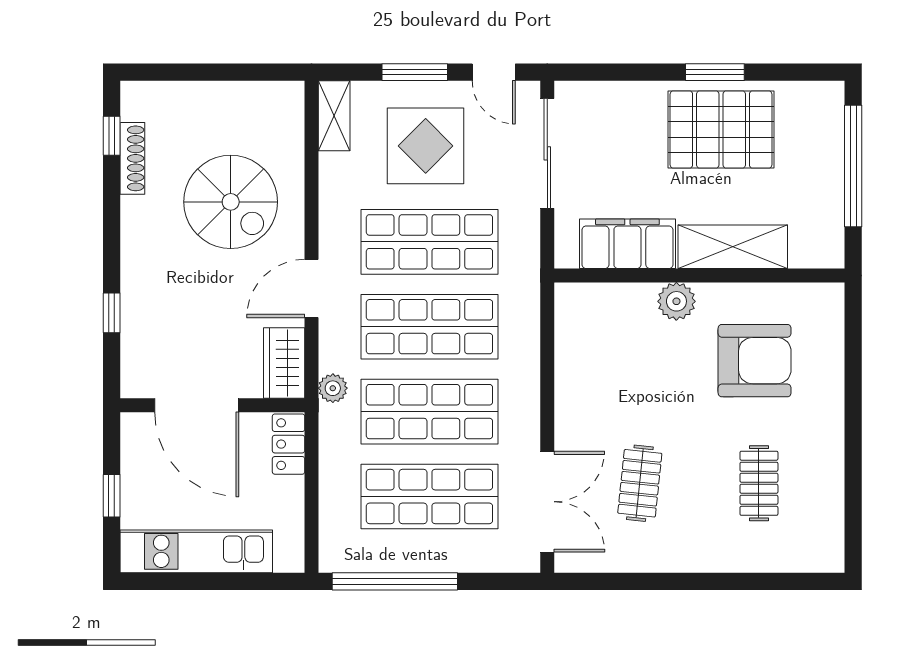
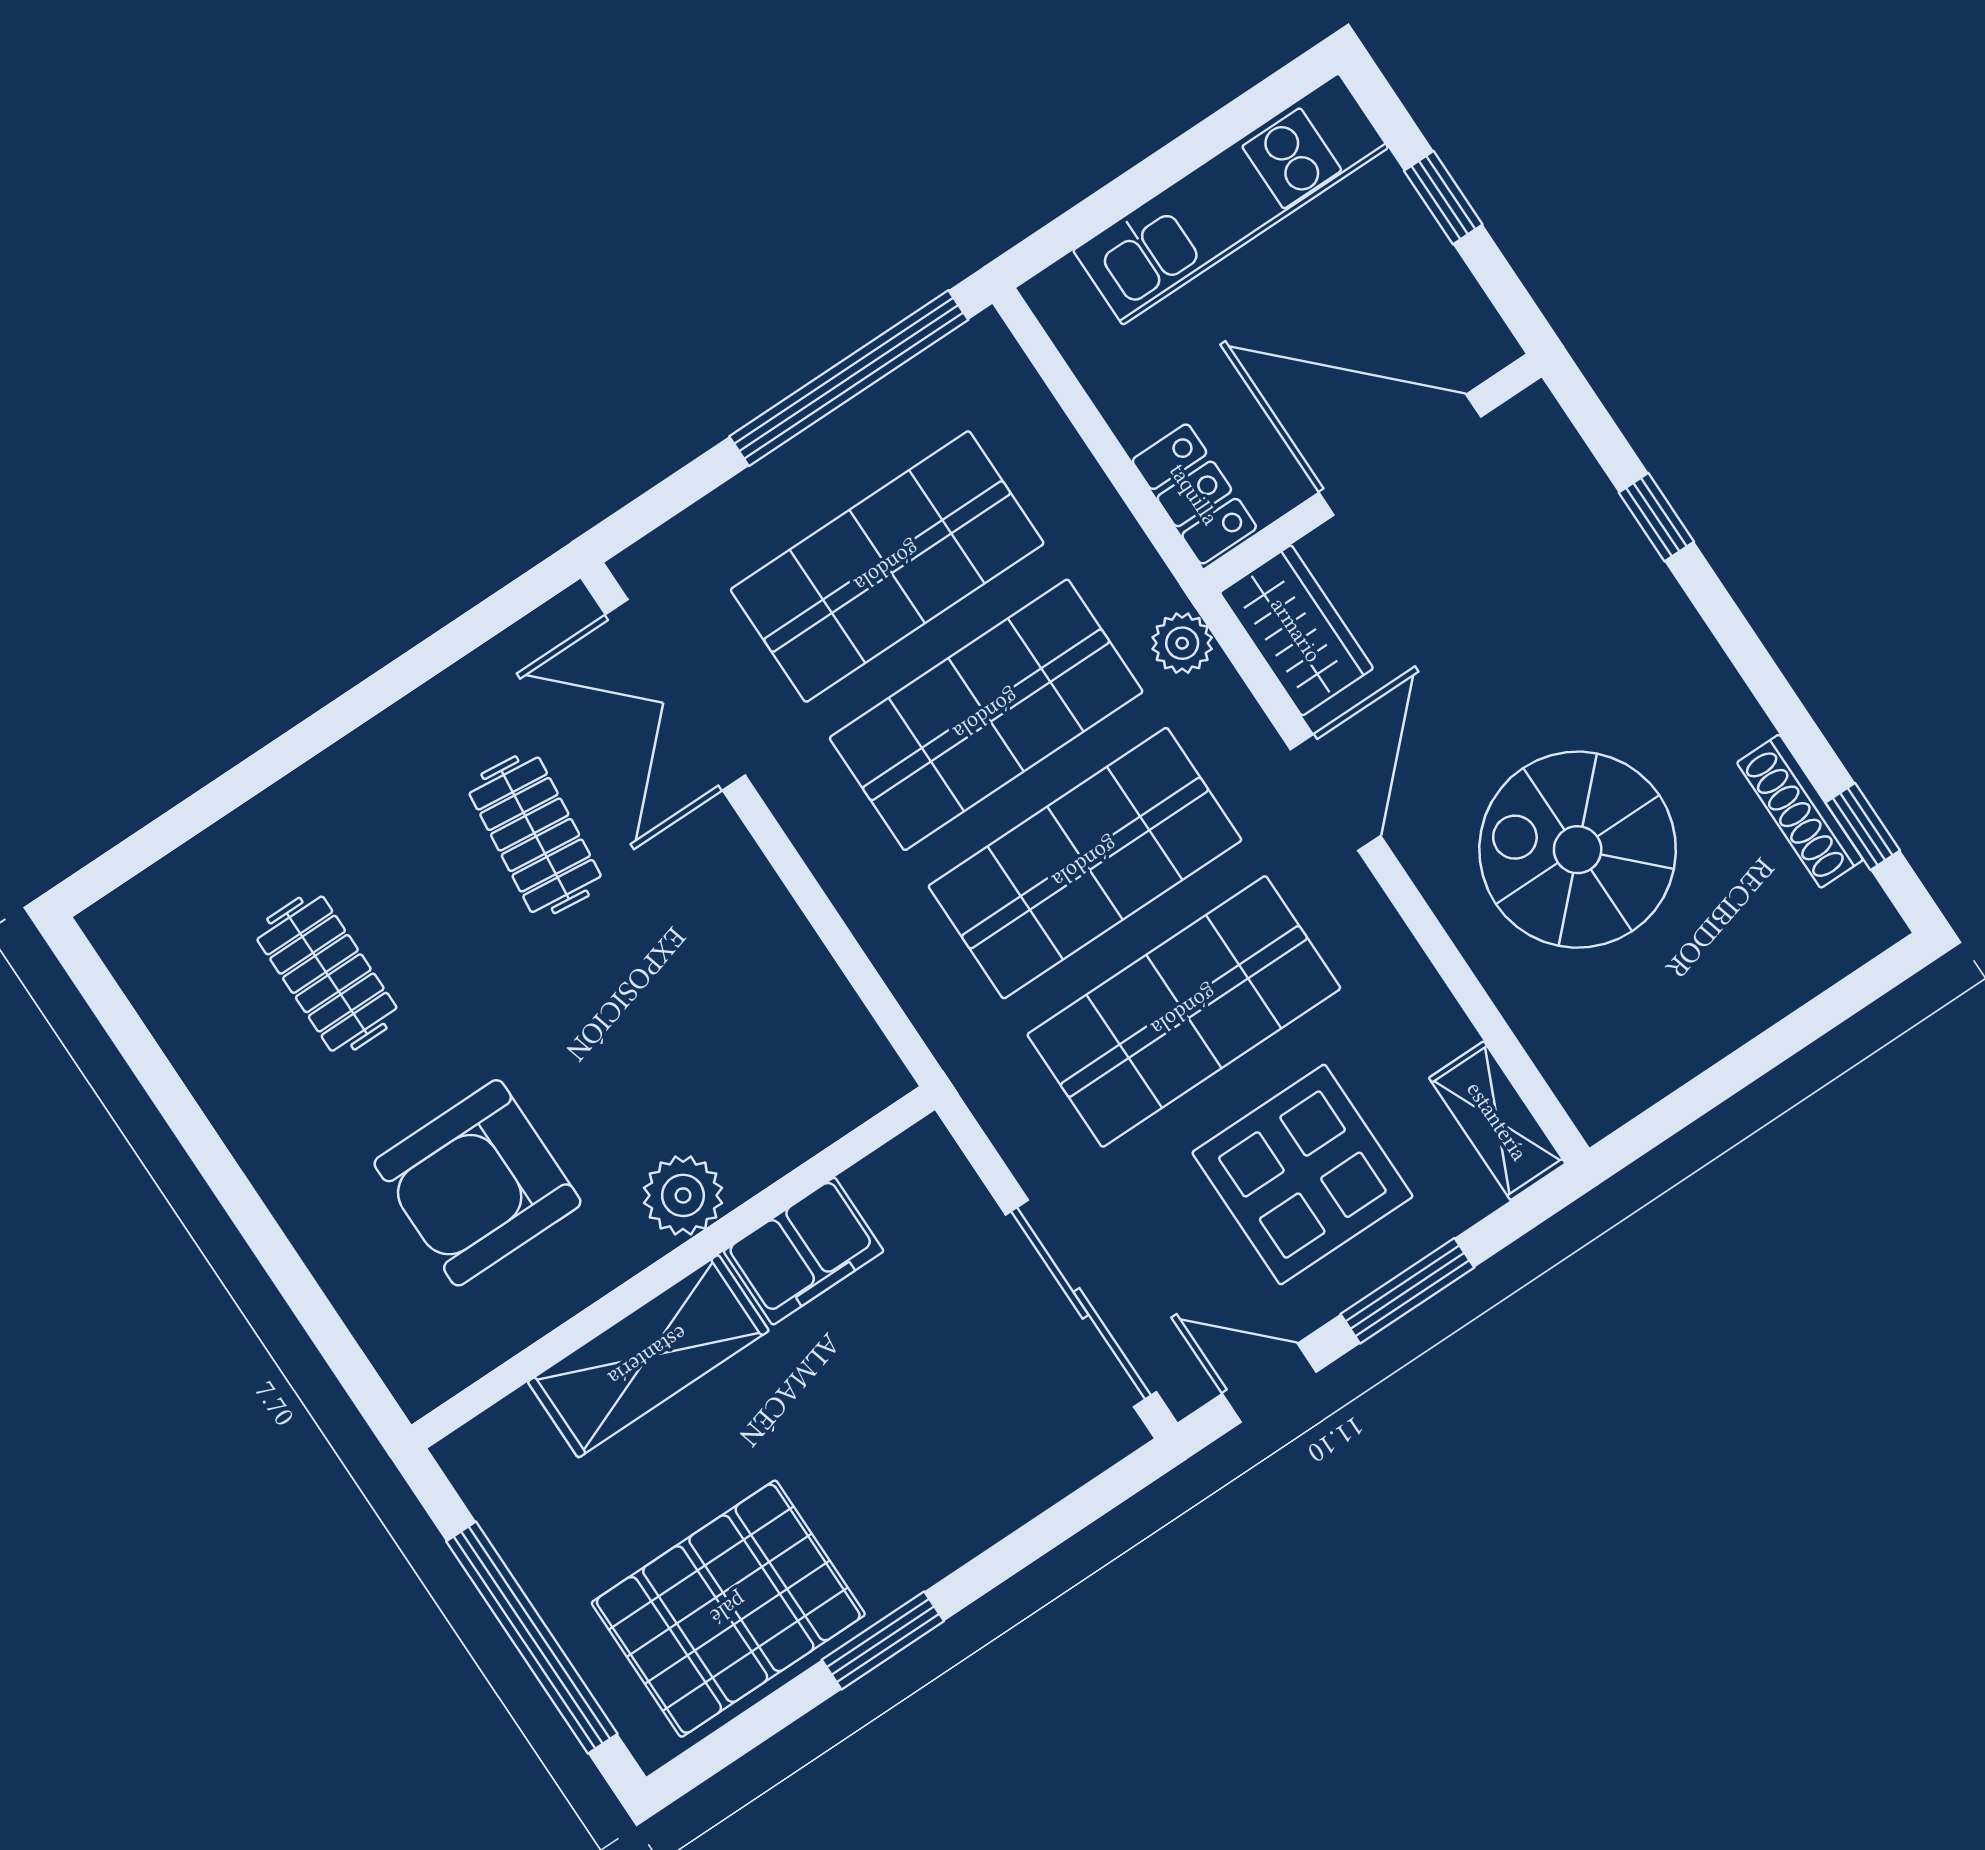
pallet: (721, 129) -> (728, 1609), moved
filing cabinet: (627, 244) -> (804, 1251), width x0.67, depth x0.86

